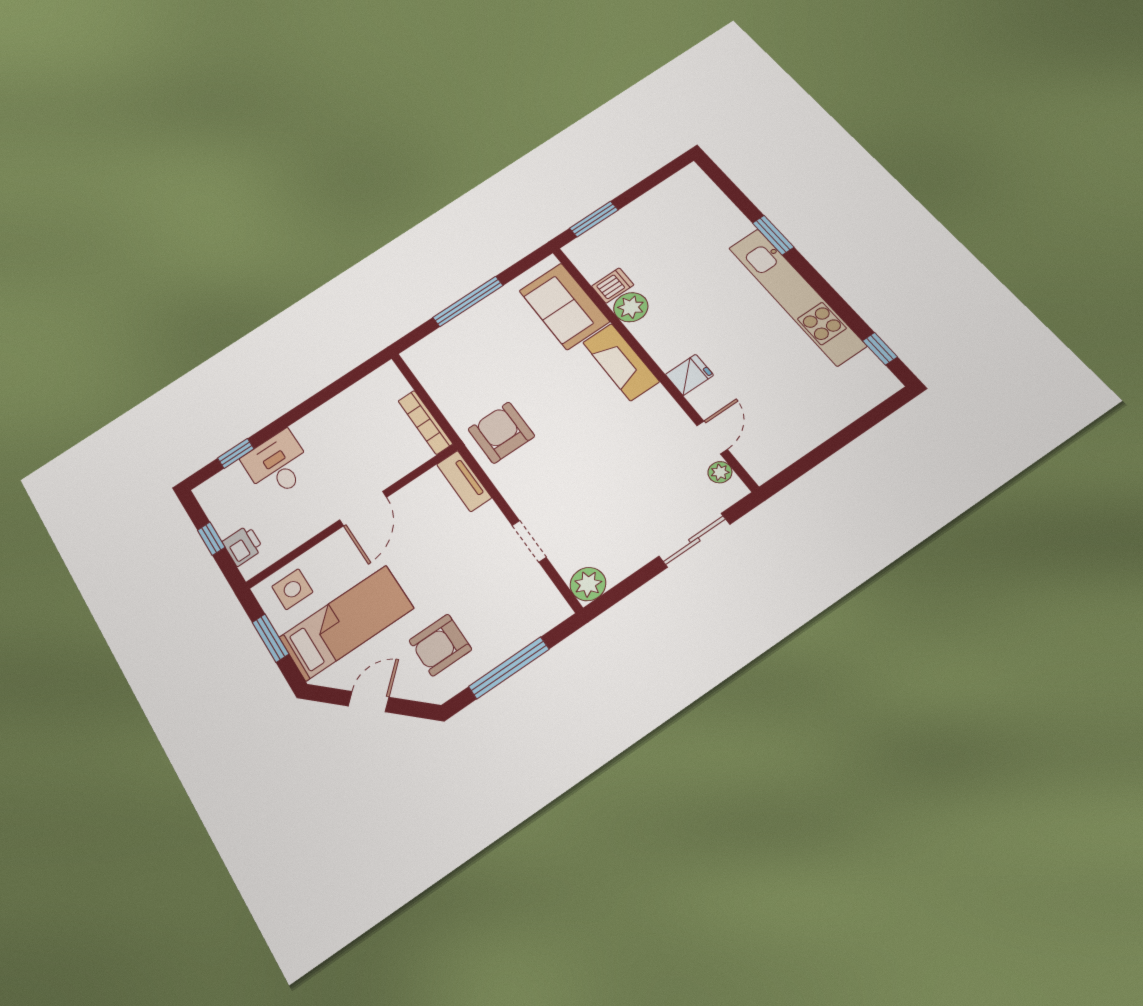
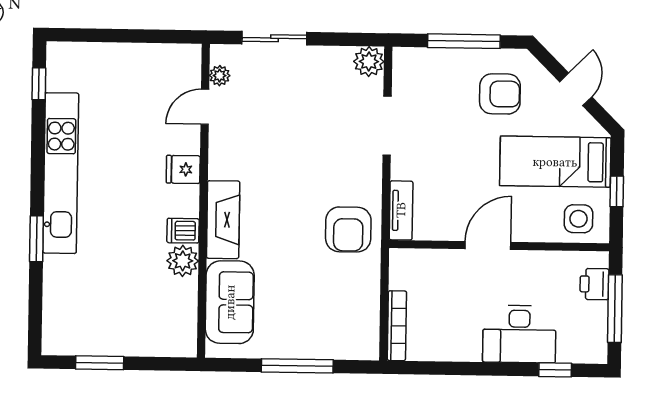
window: (594, 219) -> (100, 363), moved
dishwasher: (613, 286) -> (183, 231), moved
bookcase: (425, 422) -> (397, 326), moved
desk: (277, 465) -> (519, 334), width x1.37
window: (211, 539) -> (615, 309), width x2.17
doorway: (529, 541) -> (387, 126), width x1.38
window: (270, 638) -> (617, 191), width x0.67
door: (369, 702) -> (576, 89), swing flipped

